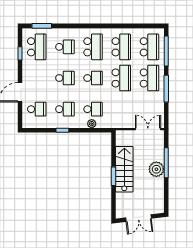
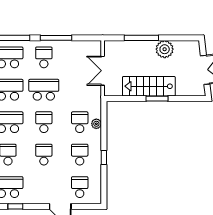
school desk: (149, 78) -> (44, 57), width x0.54
double door: (148, 129) -> (103, 71), moved
plant: (156, 169) -> (165, 49), moved

